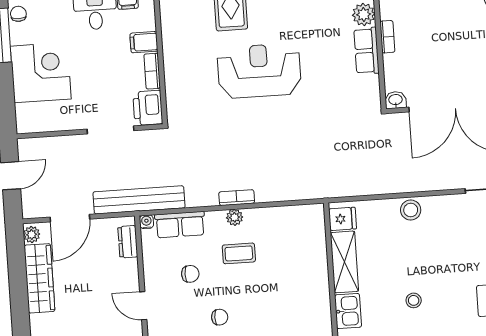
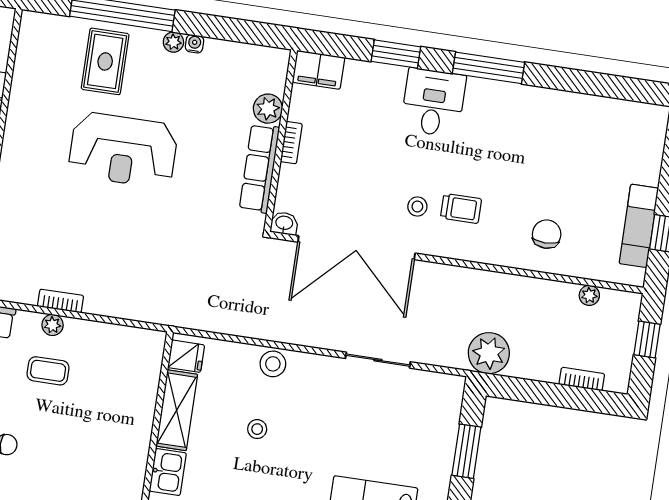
row of seats: (366, 51) -> (259, 168), width x1.48
reception desk: (259, 71) -> (123, 150), turned 180
stool: (414, 300) -> (257, 429), moved

